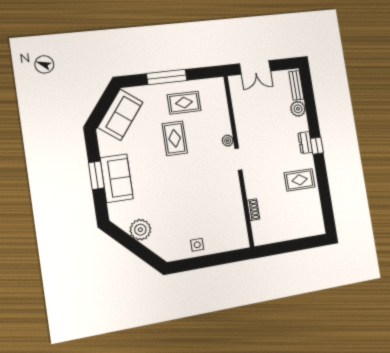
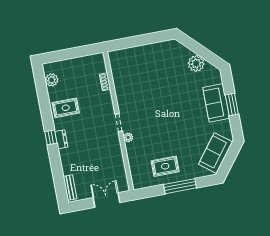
plant: (298, 109) -> (52, 80), moved
rug: (175, 138) -> (172, 137), removed
side table: (197, 245) -> (151, 53), removed

